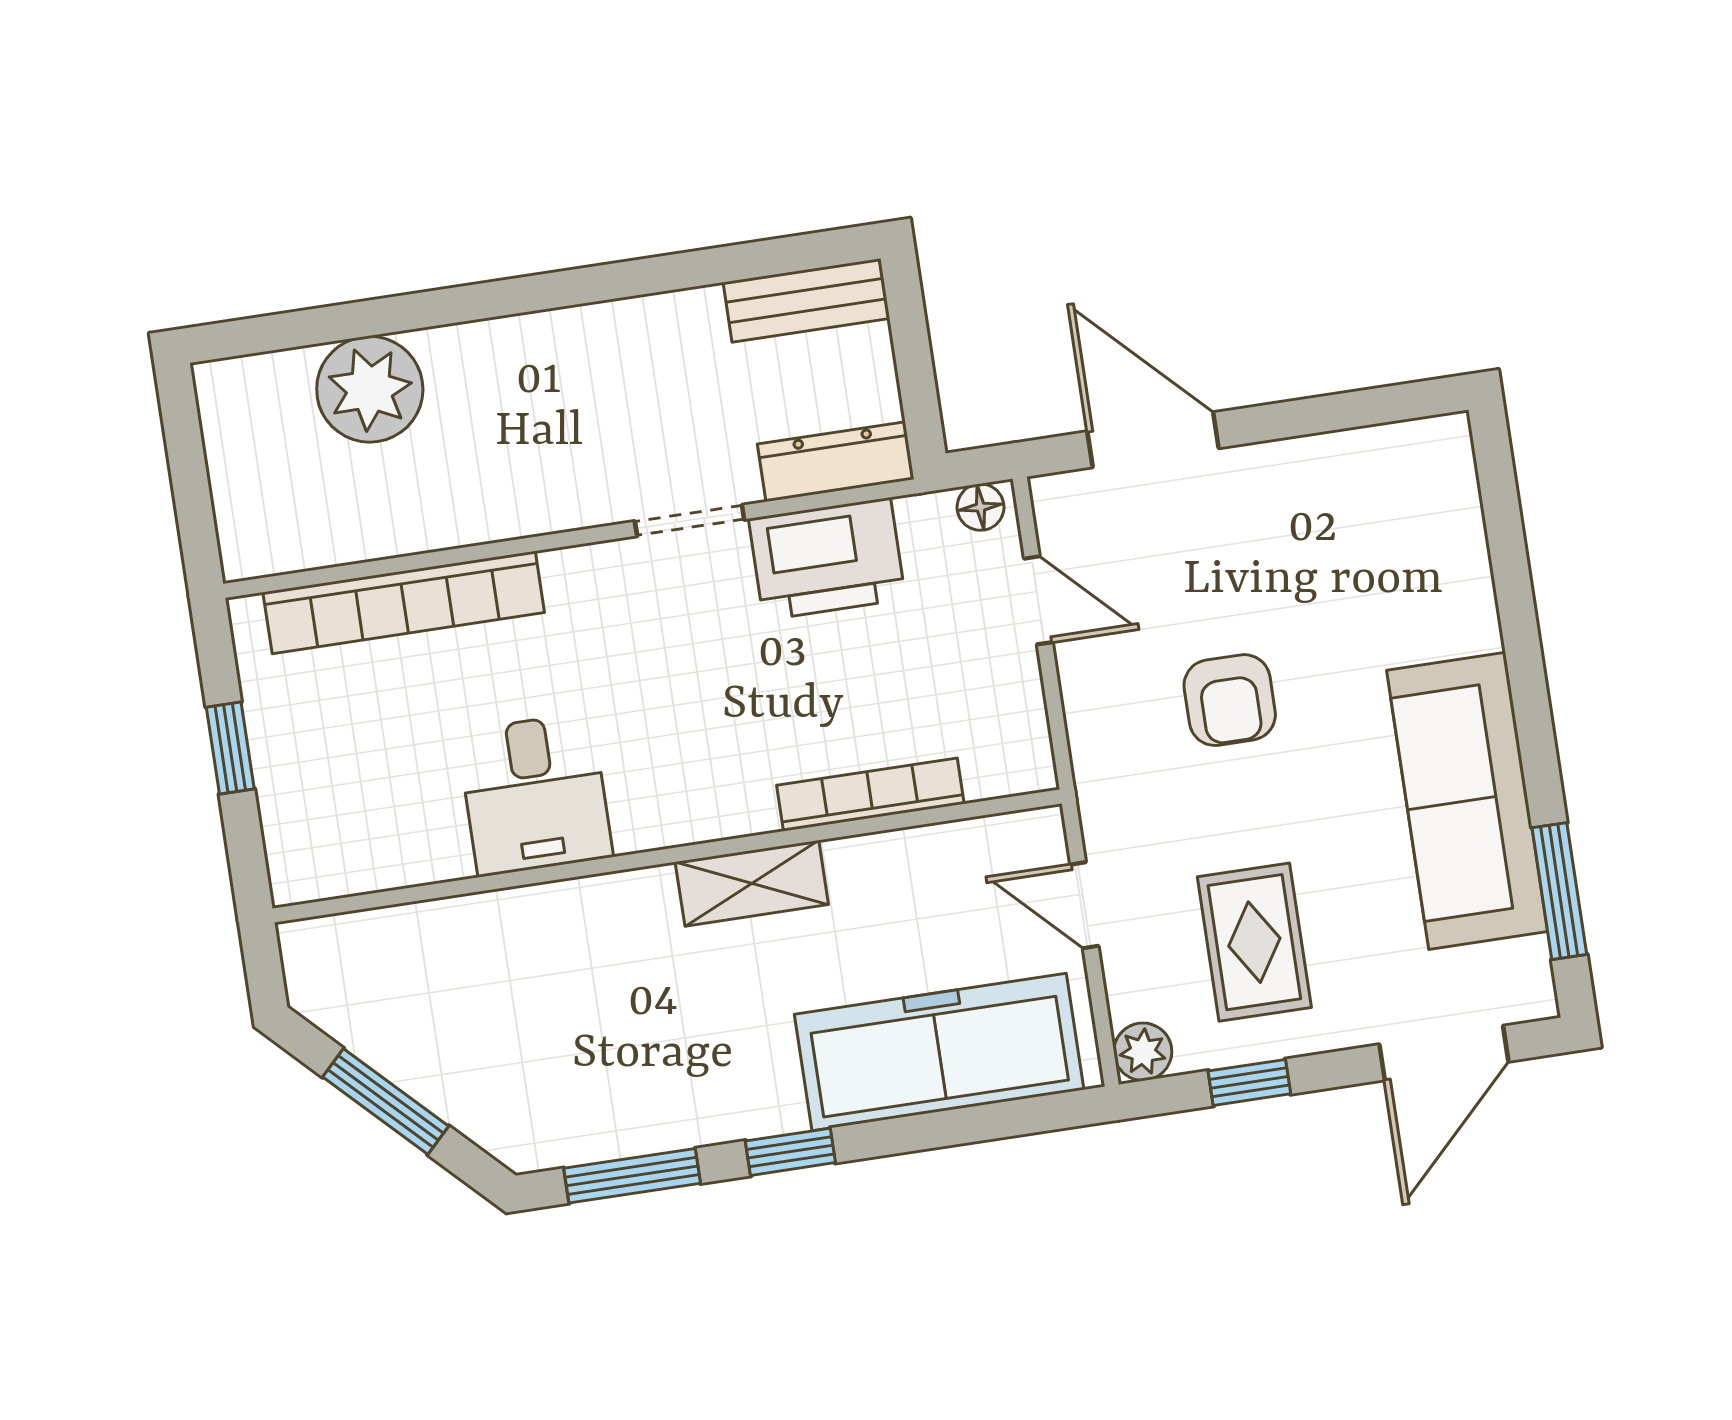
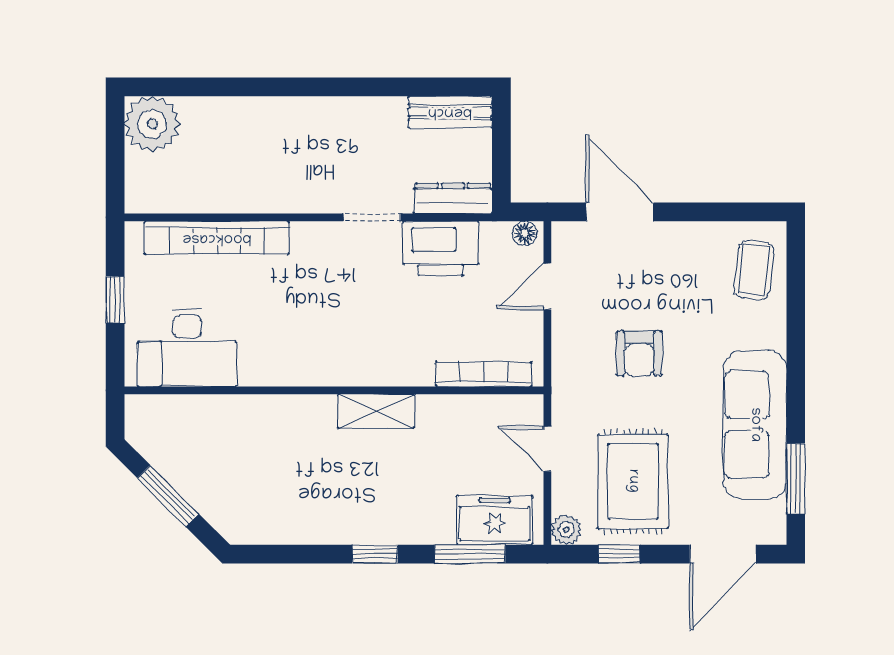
plant: (370, 389) -> (152, 124), moved
coffee table: (1422, 511) -> (754, 270), added
door: (1038, 600) -> (547, 286), swing flipped
desk: (535, 794) -> (187, 348), moved, width x1.37
bookcase: (870, 795) -> (484, 374), moved
rug: (1254, 942) -> (633, 481), width x1.36, depth x1.43
freezer: (939, 1052) -> (495, 520), width x0.52, depth x0.79
window: (632, 1176) -> (470, 554), moved

